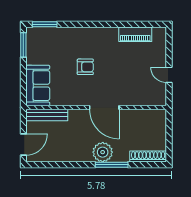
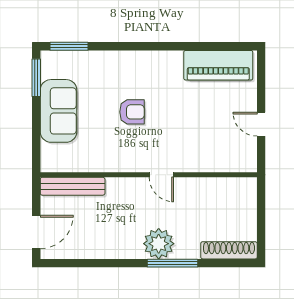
piano: (135, 34) -> (218, 65), width x1.37, depth x1.33
sofa: (38, 86) -> (59, 111), moved
door: (104, 108) -> (161, 175), width x0.53

